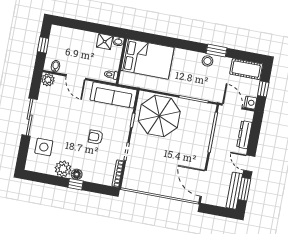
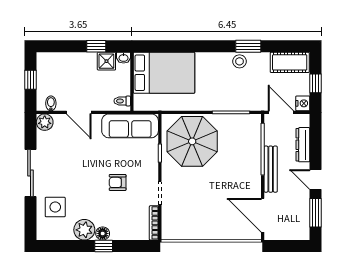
window: (99, 29) -> (96, 46), added
bench: (234, 191) -> (271, 169), moved

